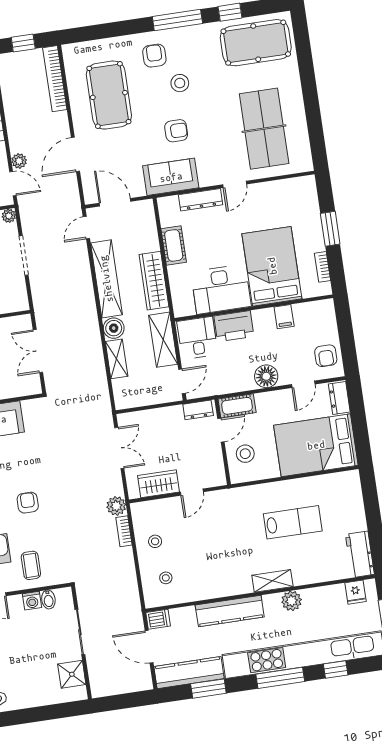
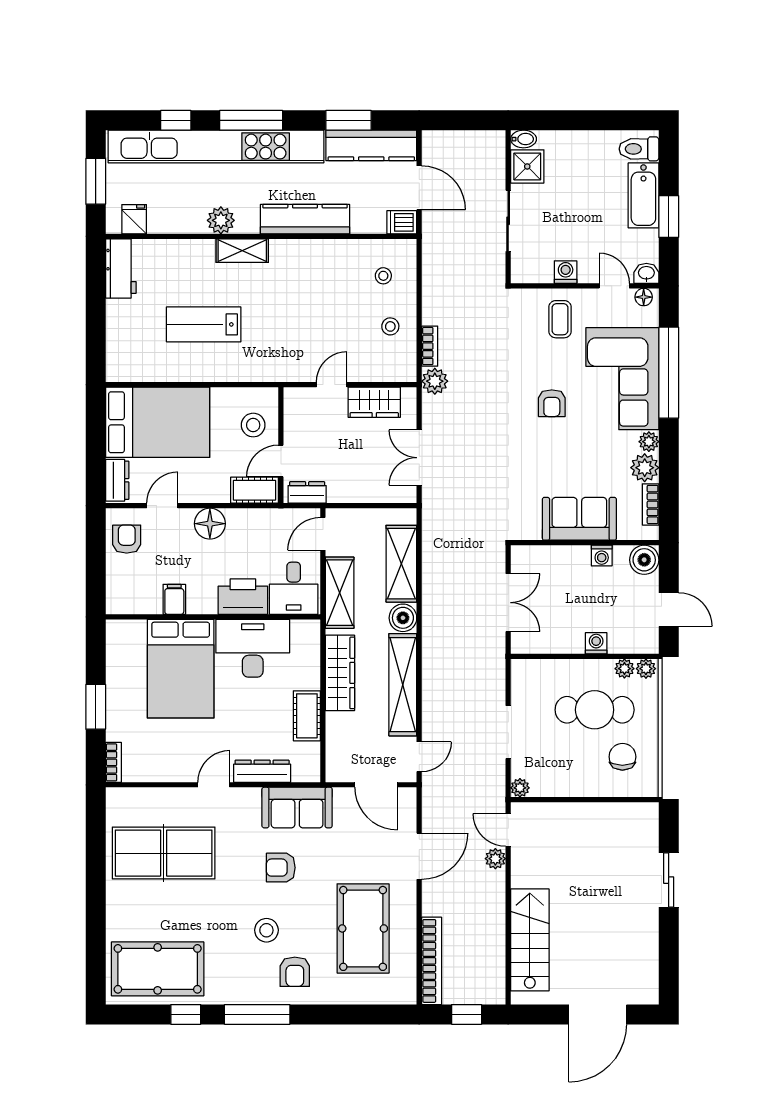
table tennis table: (264, 129) -> (164, 853), turned 90
bookcase: (322, 267) -> (113, 762), moved
shelving: (117, 359) -> (401, 564), width x1.50, depth x1.33
bidet: (48, 599) -> (524, 139), moved, turned 90

